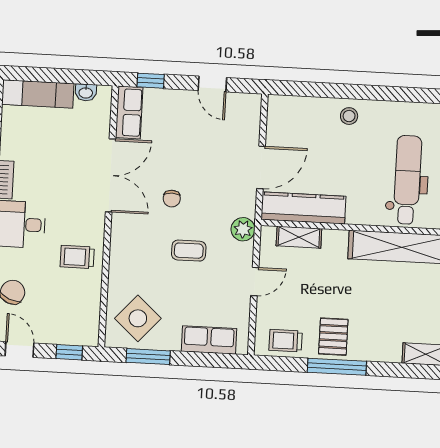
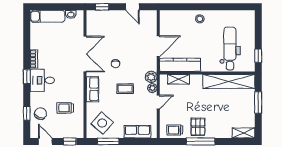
row of seats: (129, 112) -> (93, 89), moved
plant: (244, 252) -> (152, 88), added
trolley: (77, 257) -> (65, 108), moved

